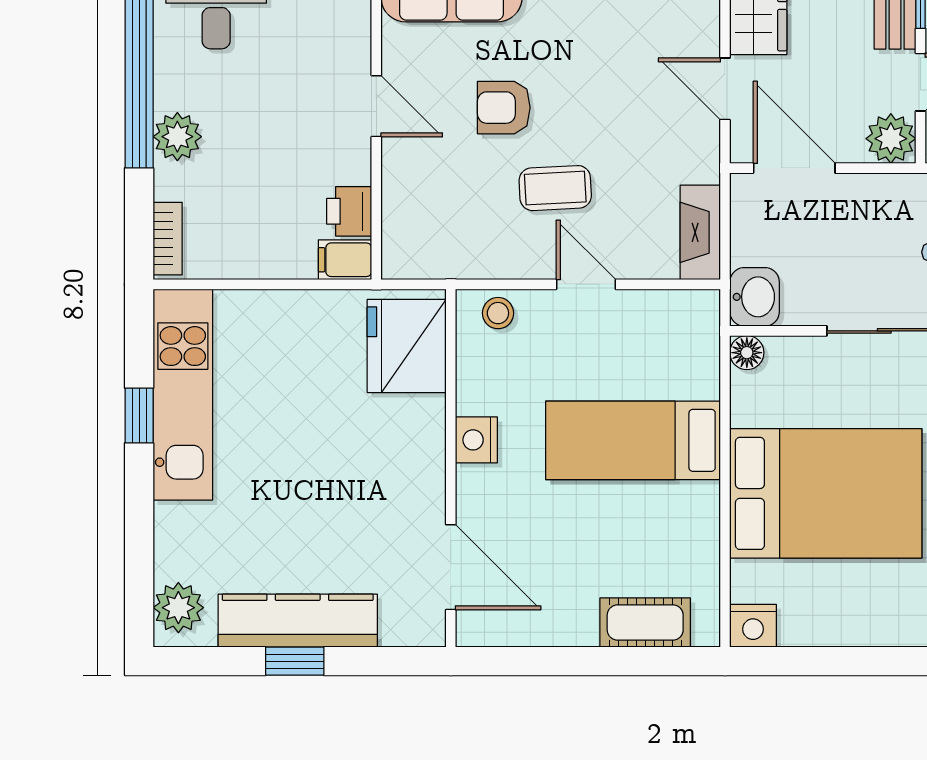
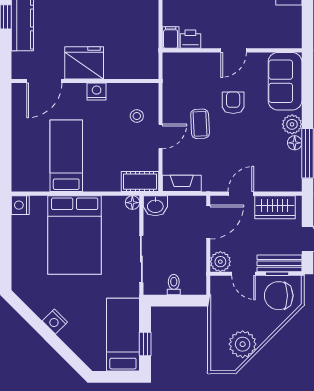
stool: (498, 313) -> (137, 116), moved
fridge: (407, 346) -> (84, 63), moved
bed: (633, 440) -> (66, 156), moved
cot: (645, 623) -> (140, 182), moved, turned 90

